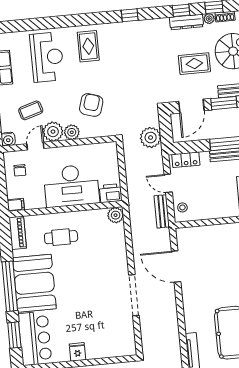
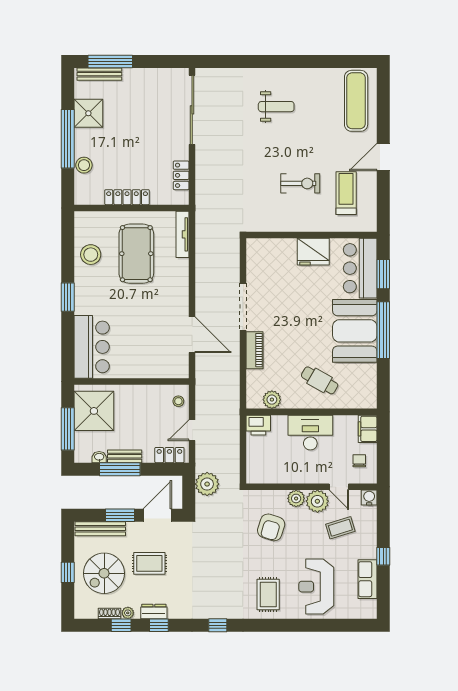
dresser: (186, 22) -> (154, 612), width x0.70
door: (35, 146) -> (339, 487), hinge flipped
door: (168, 183) -> (192, 430), swing flipped
desk: (71, 186) -> (310, 433), width x0.73, depth x0.77
filing cabinet: (16, 205) -> (368, 429), width x2.00
bench: (162, 211) -> (202, 399), removed
plant: (116, 215) -> (272, 400), moved
piano: (18, 233) -> (254, 350), moved, turned 180
cafe table: (61, 237) -> (320, 380), turned 30
fridge: (77, 352) -> (313, 252), width x1.88, depth x1.34

